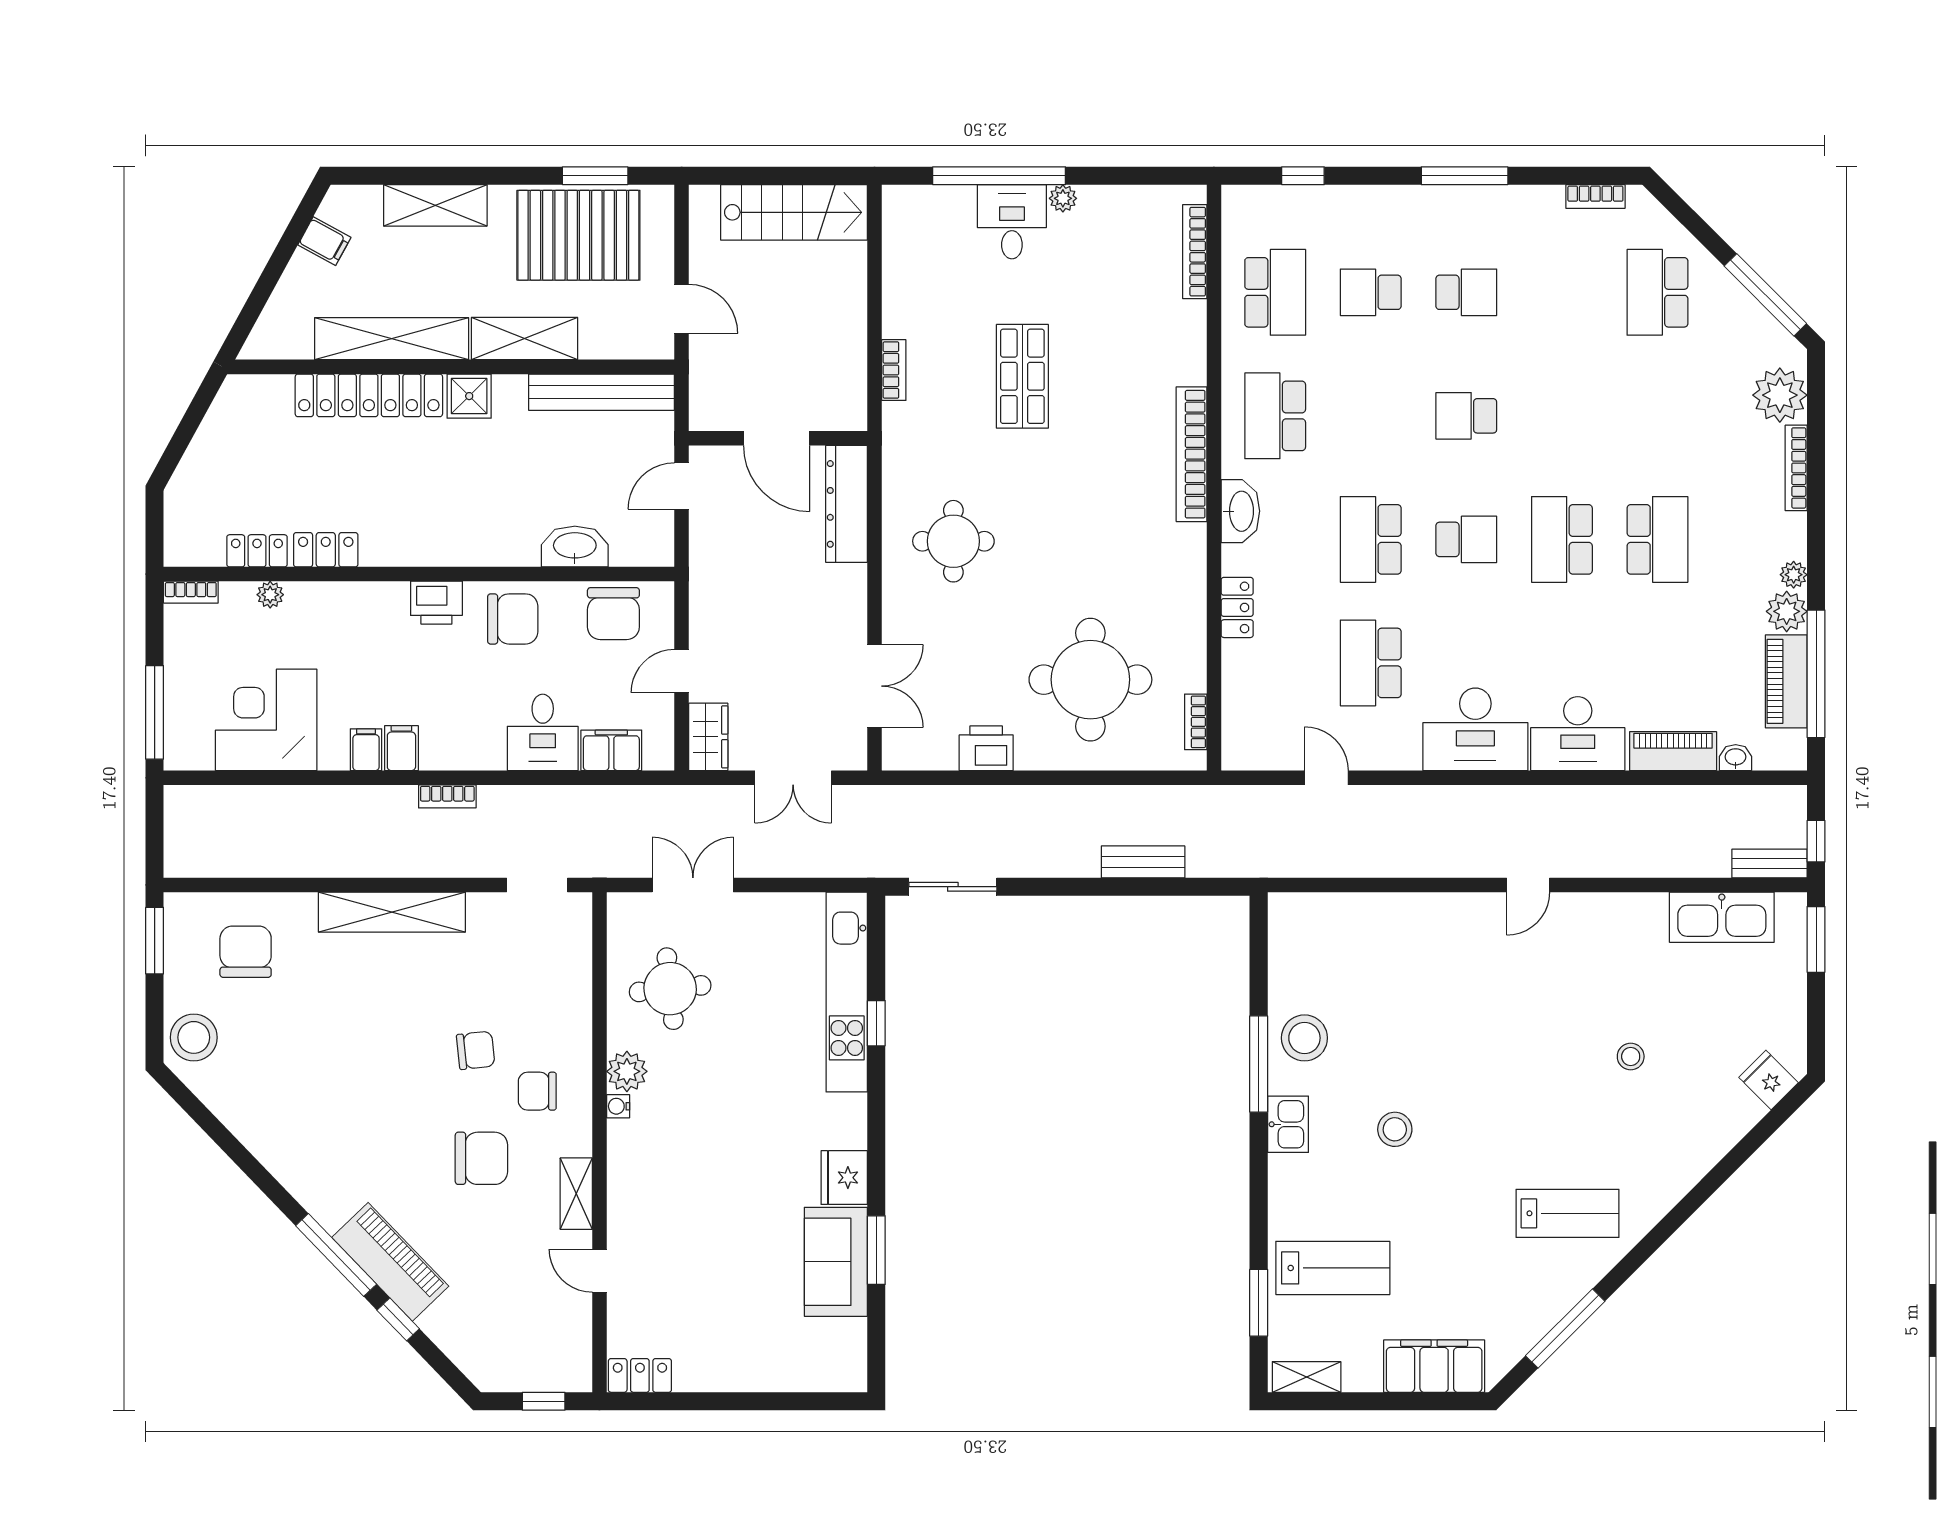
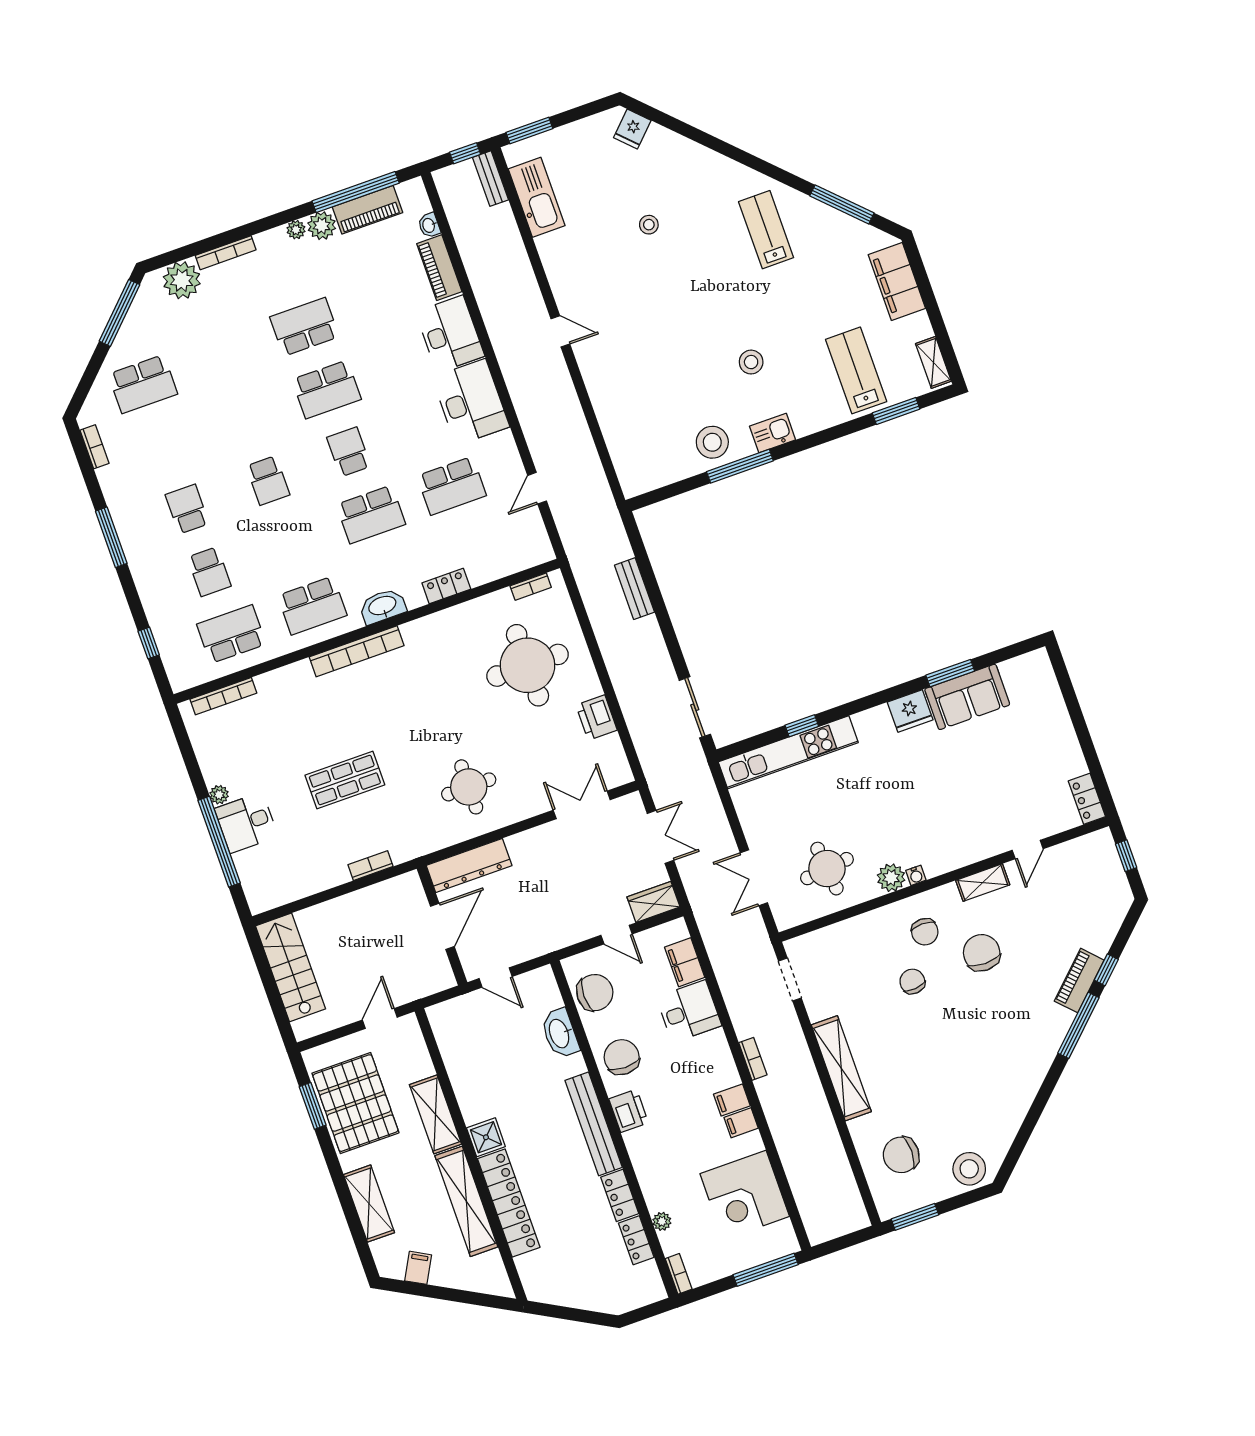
bench: (601, 392) -> (594, 1124), moved
piano: (390, 1262) -> (1079, 981), width x0.73, depth x0.75

